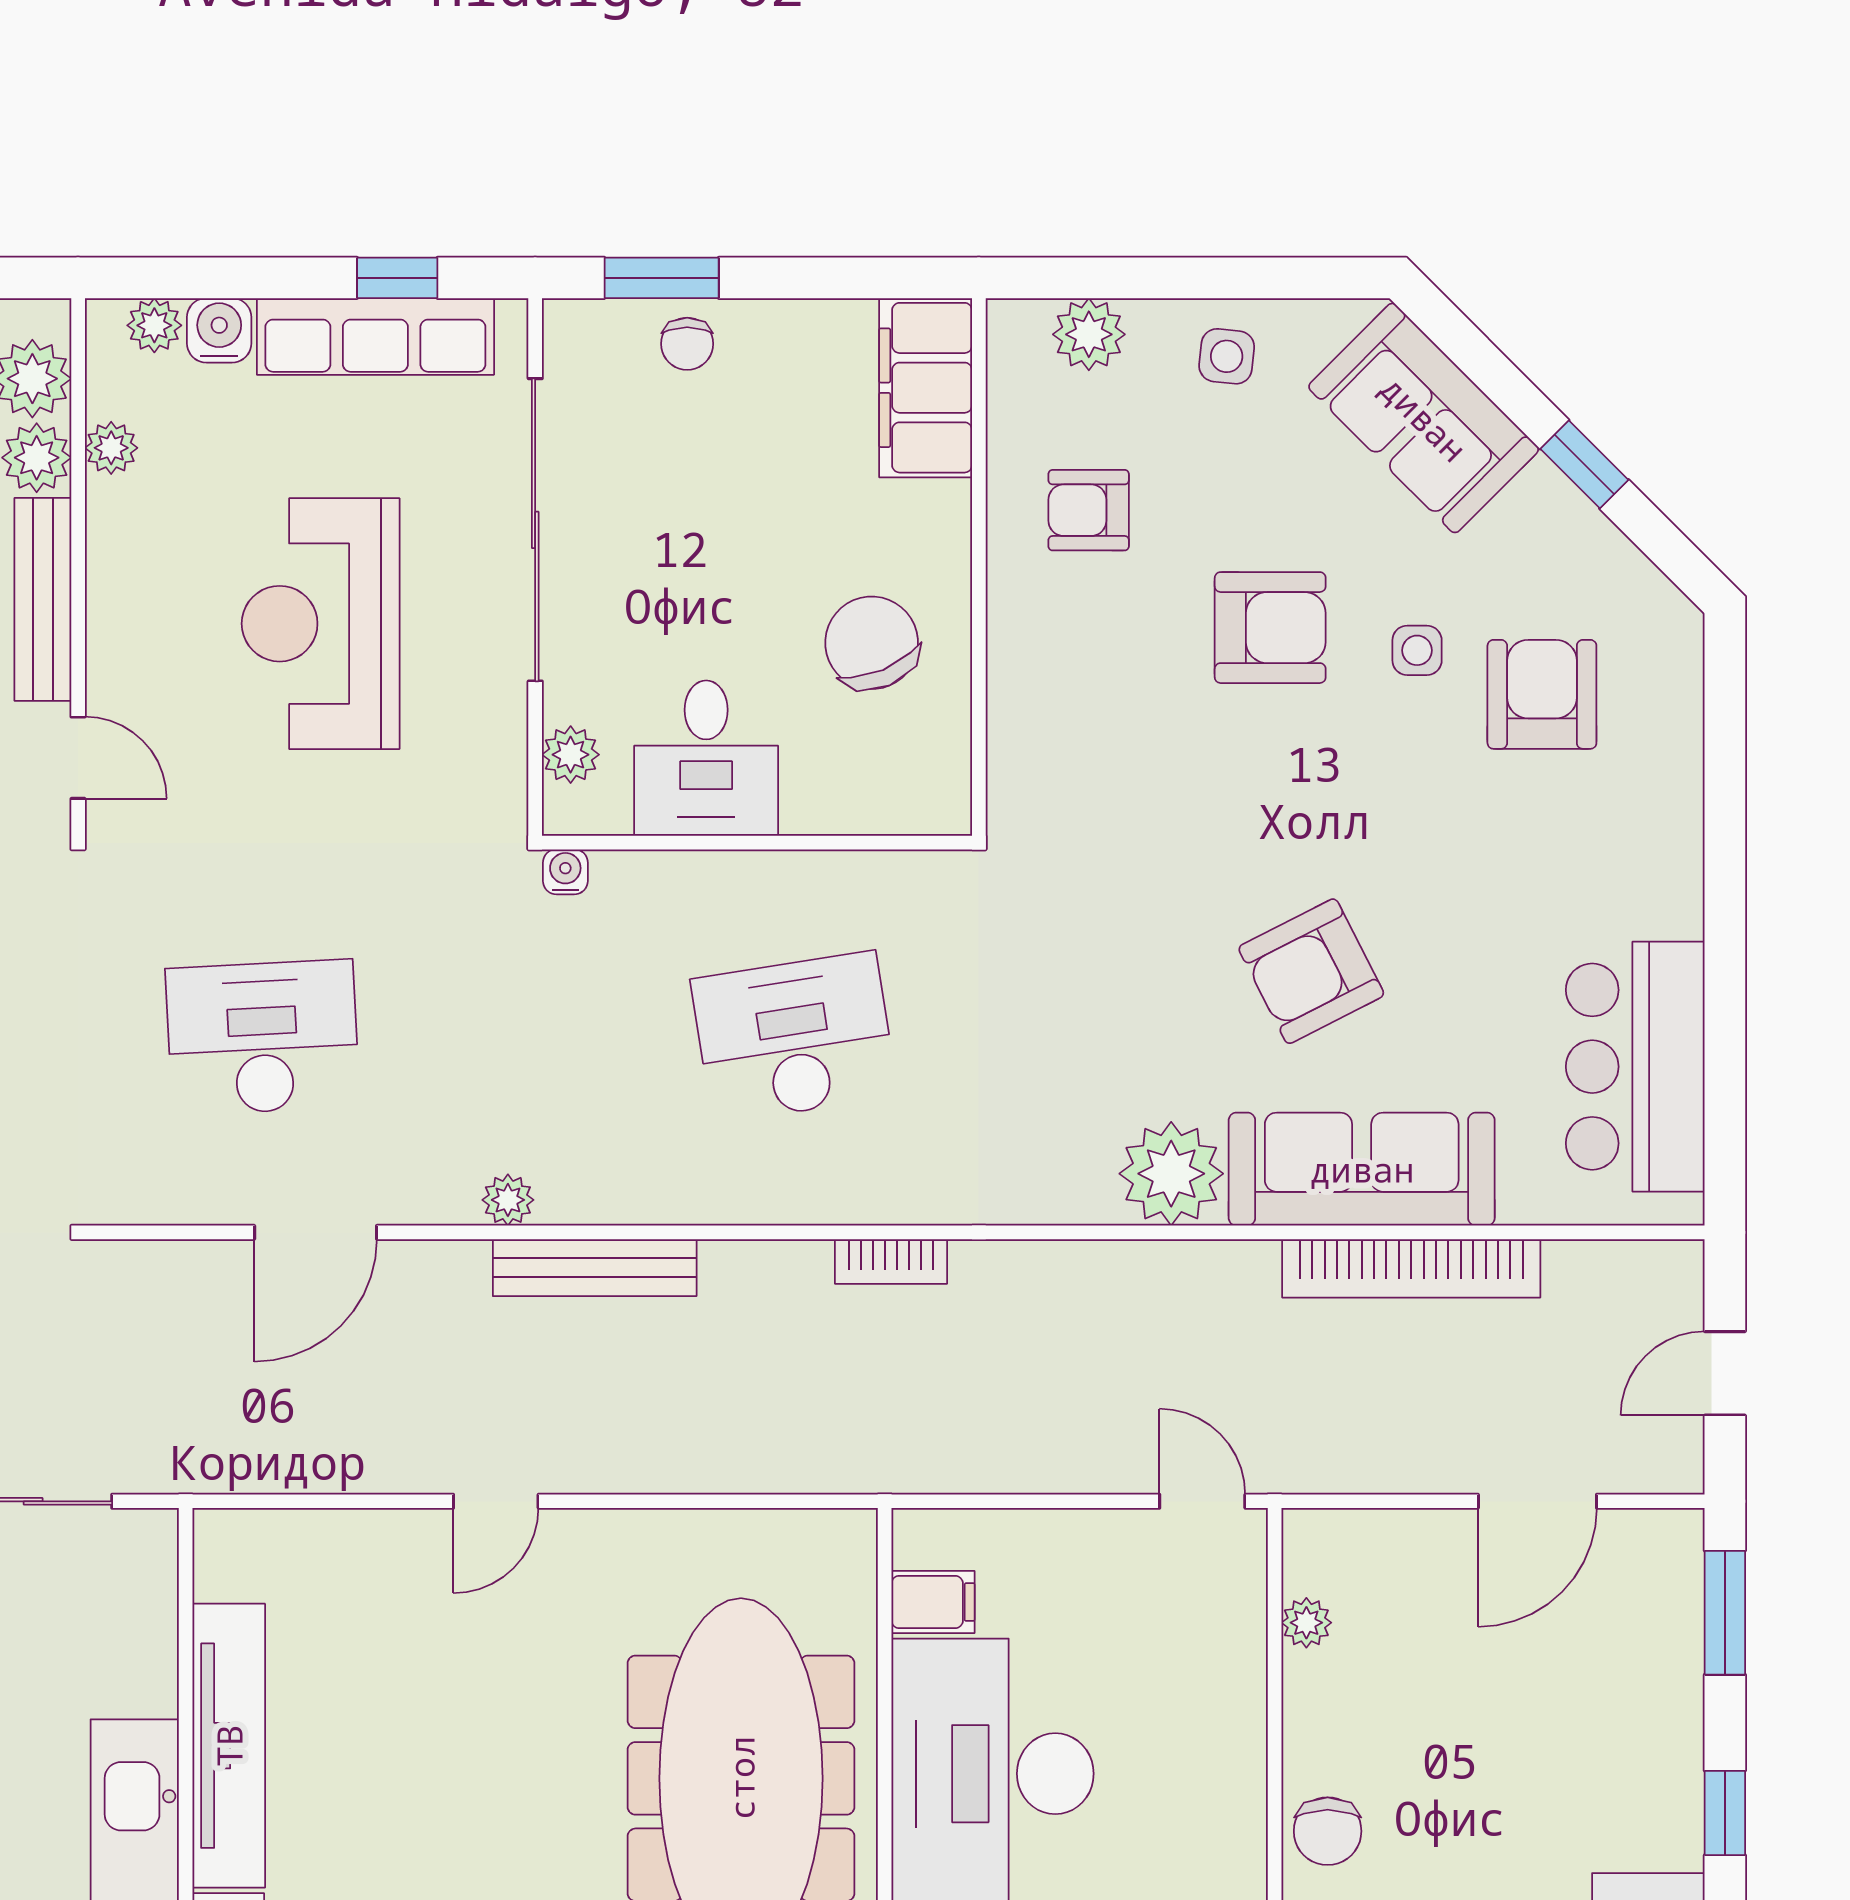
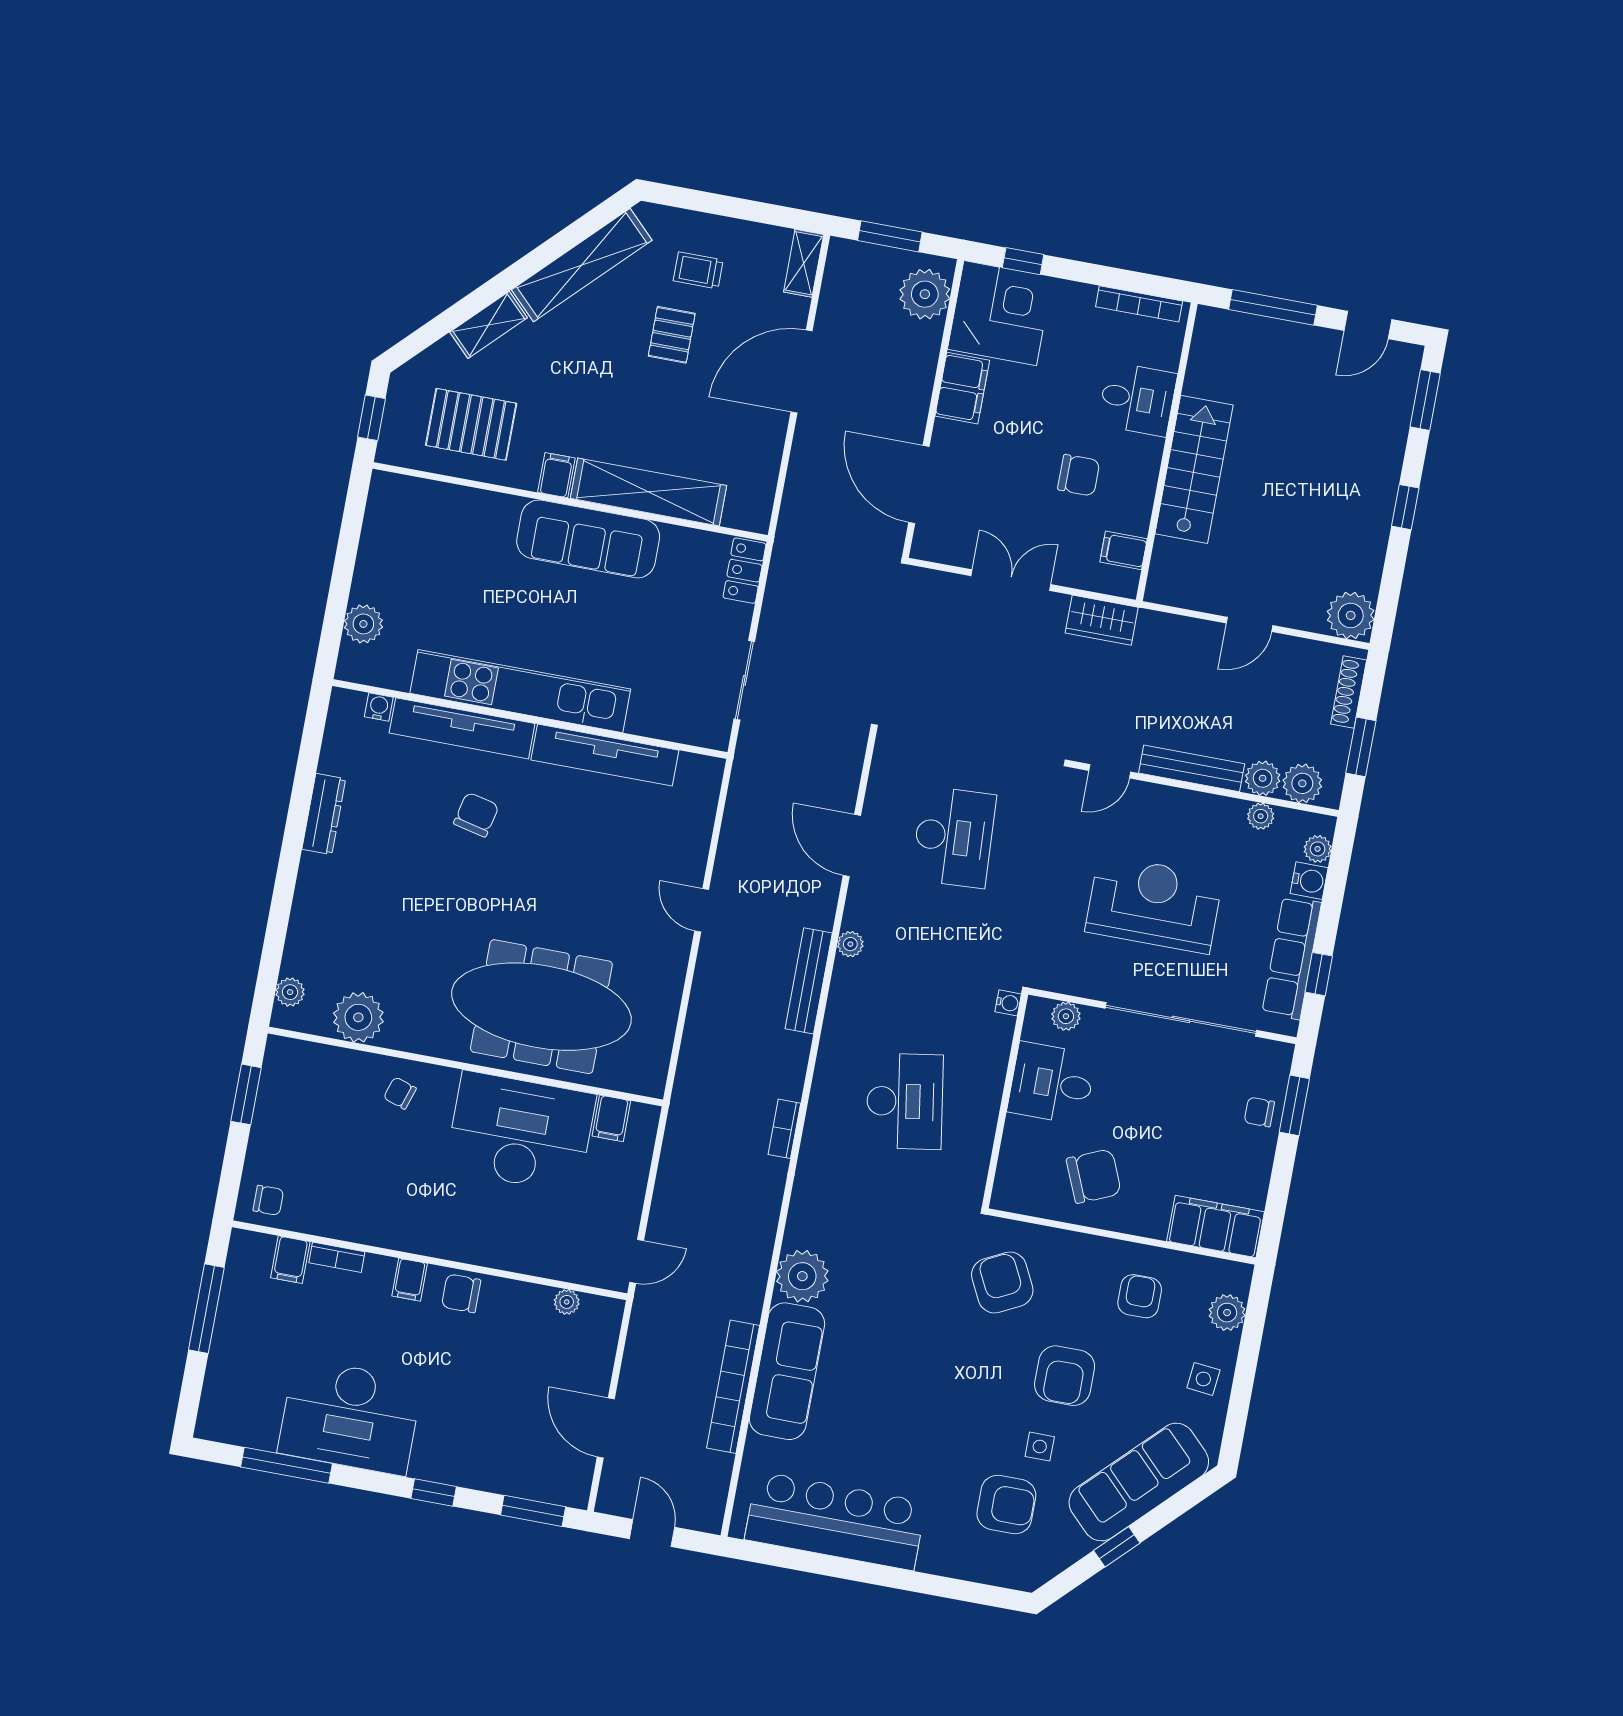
sofa: (1424, 418) -> (1139, 1482), width x1.36
armchair: (1311, 971) -> (1002, 1282), moved
bar counter: (1635, 1067) -> (835, 1521), width x1.36

